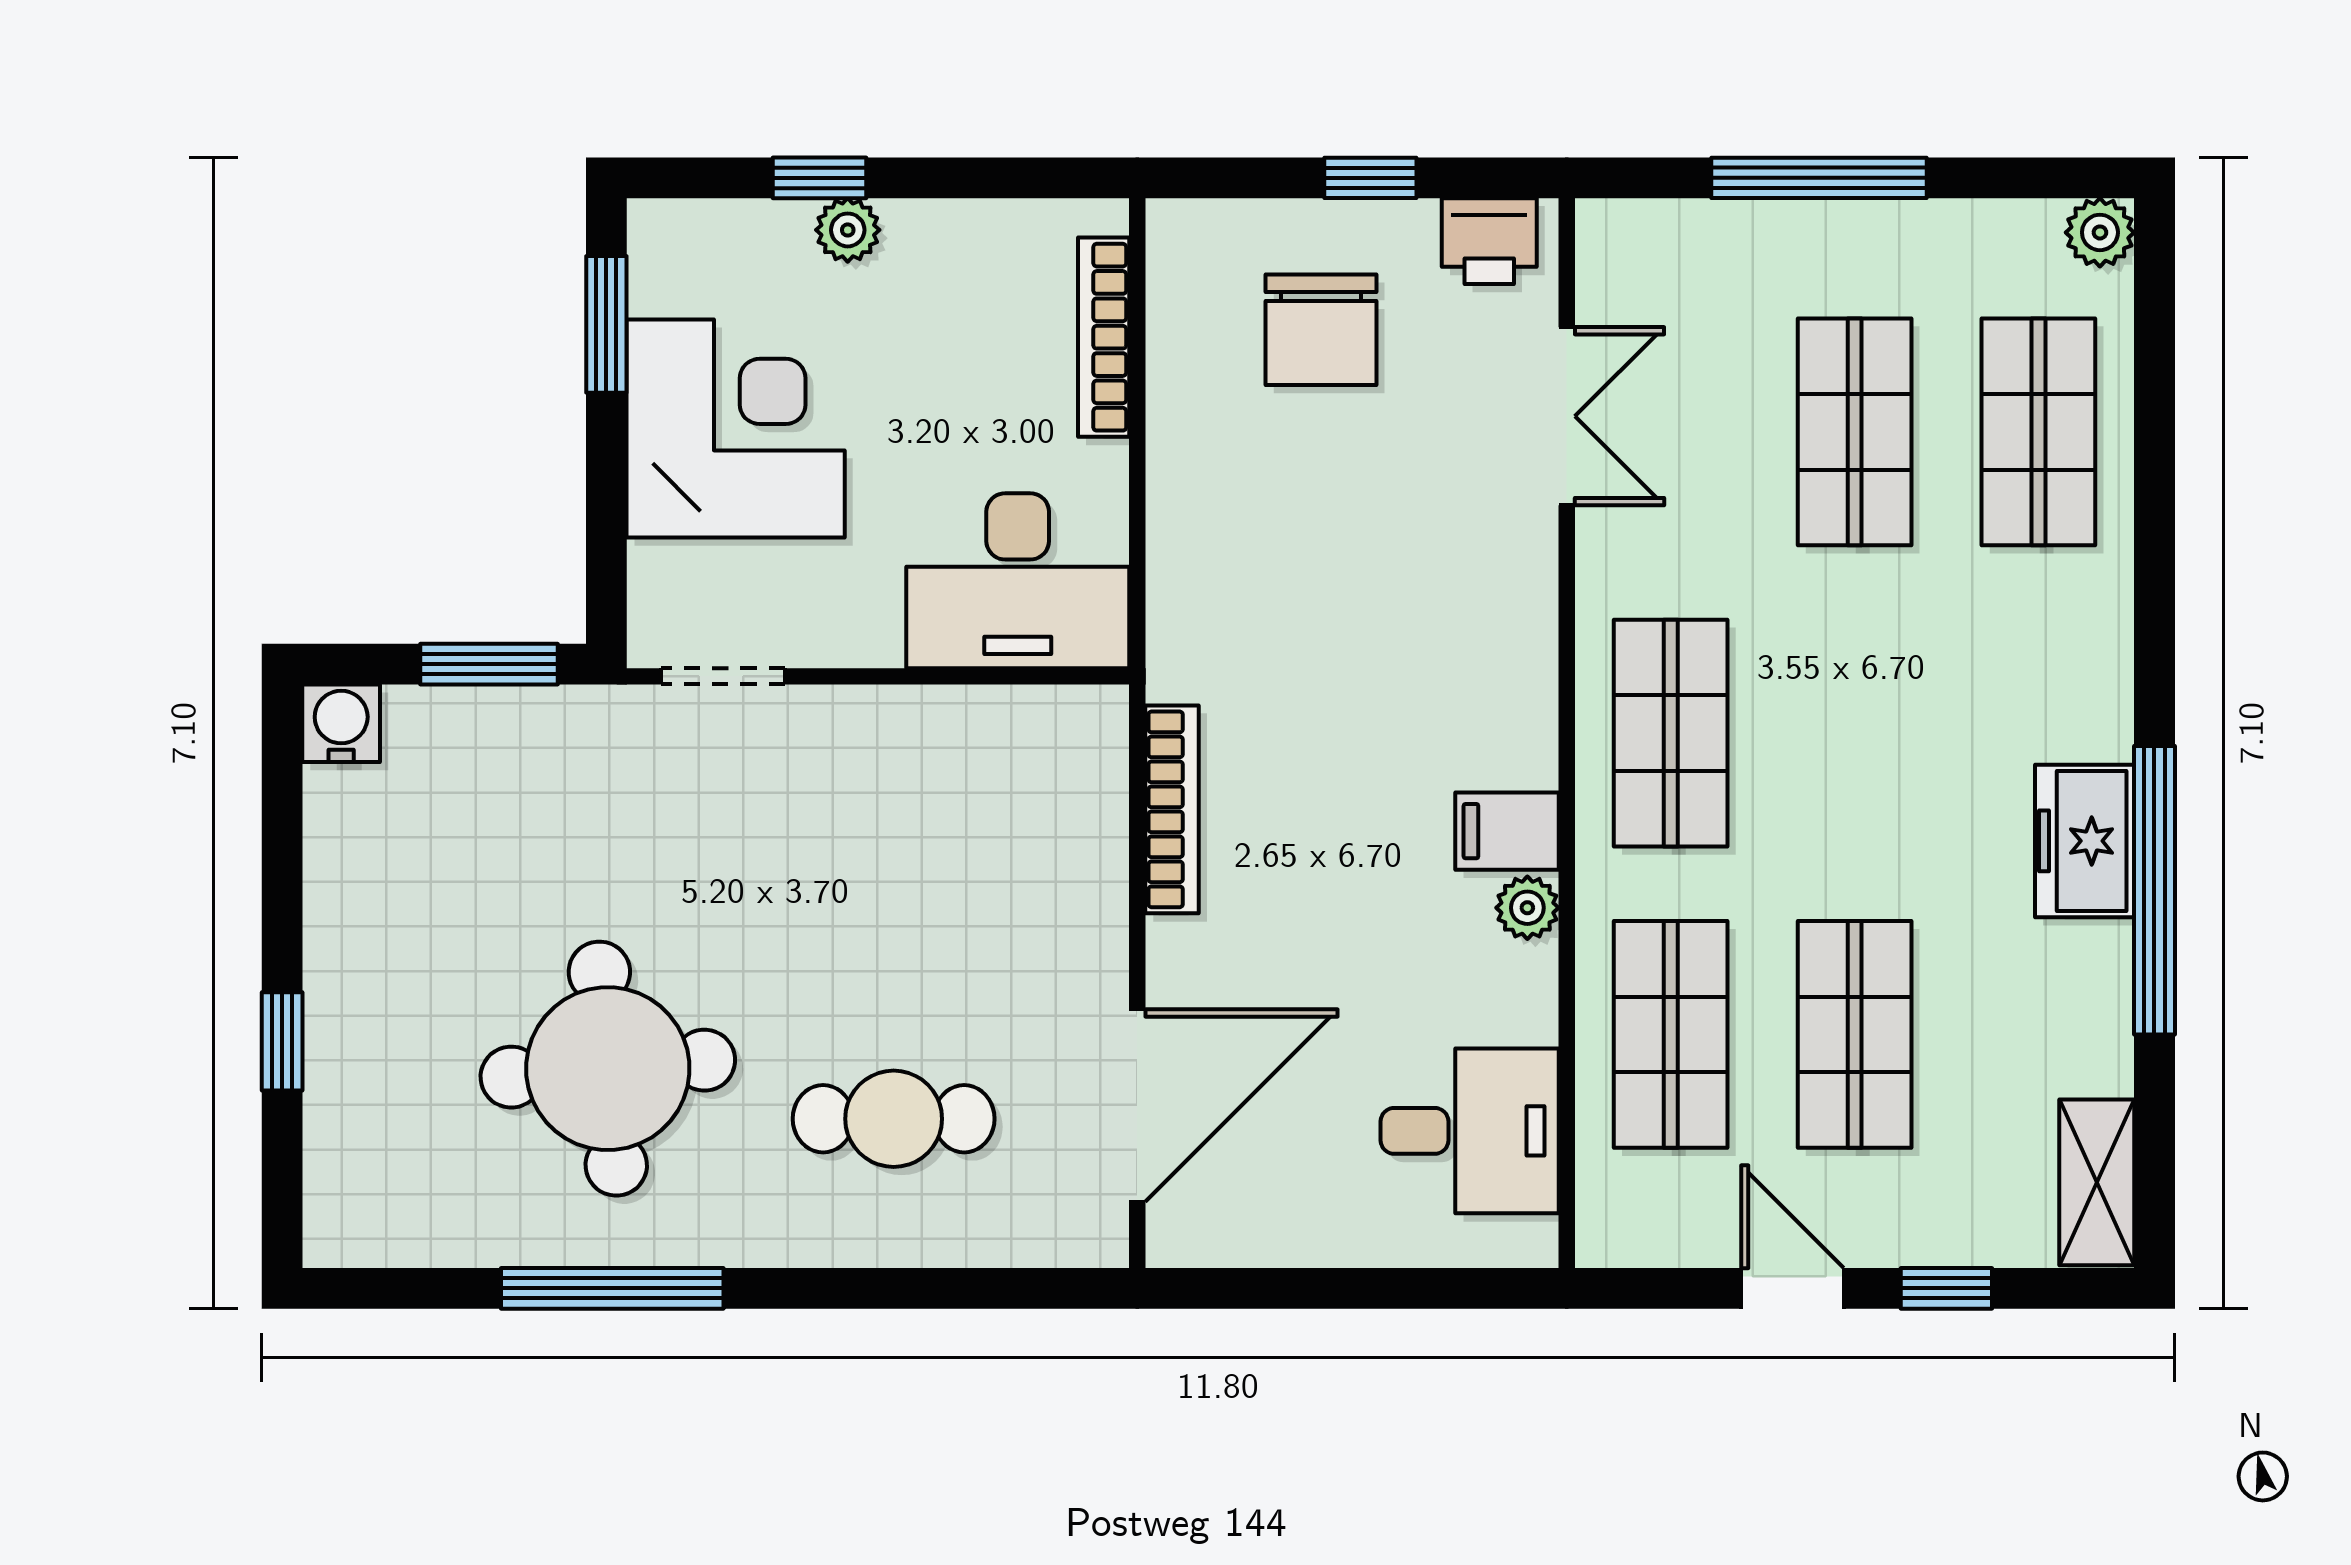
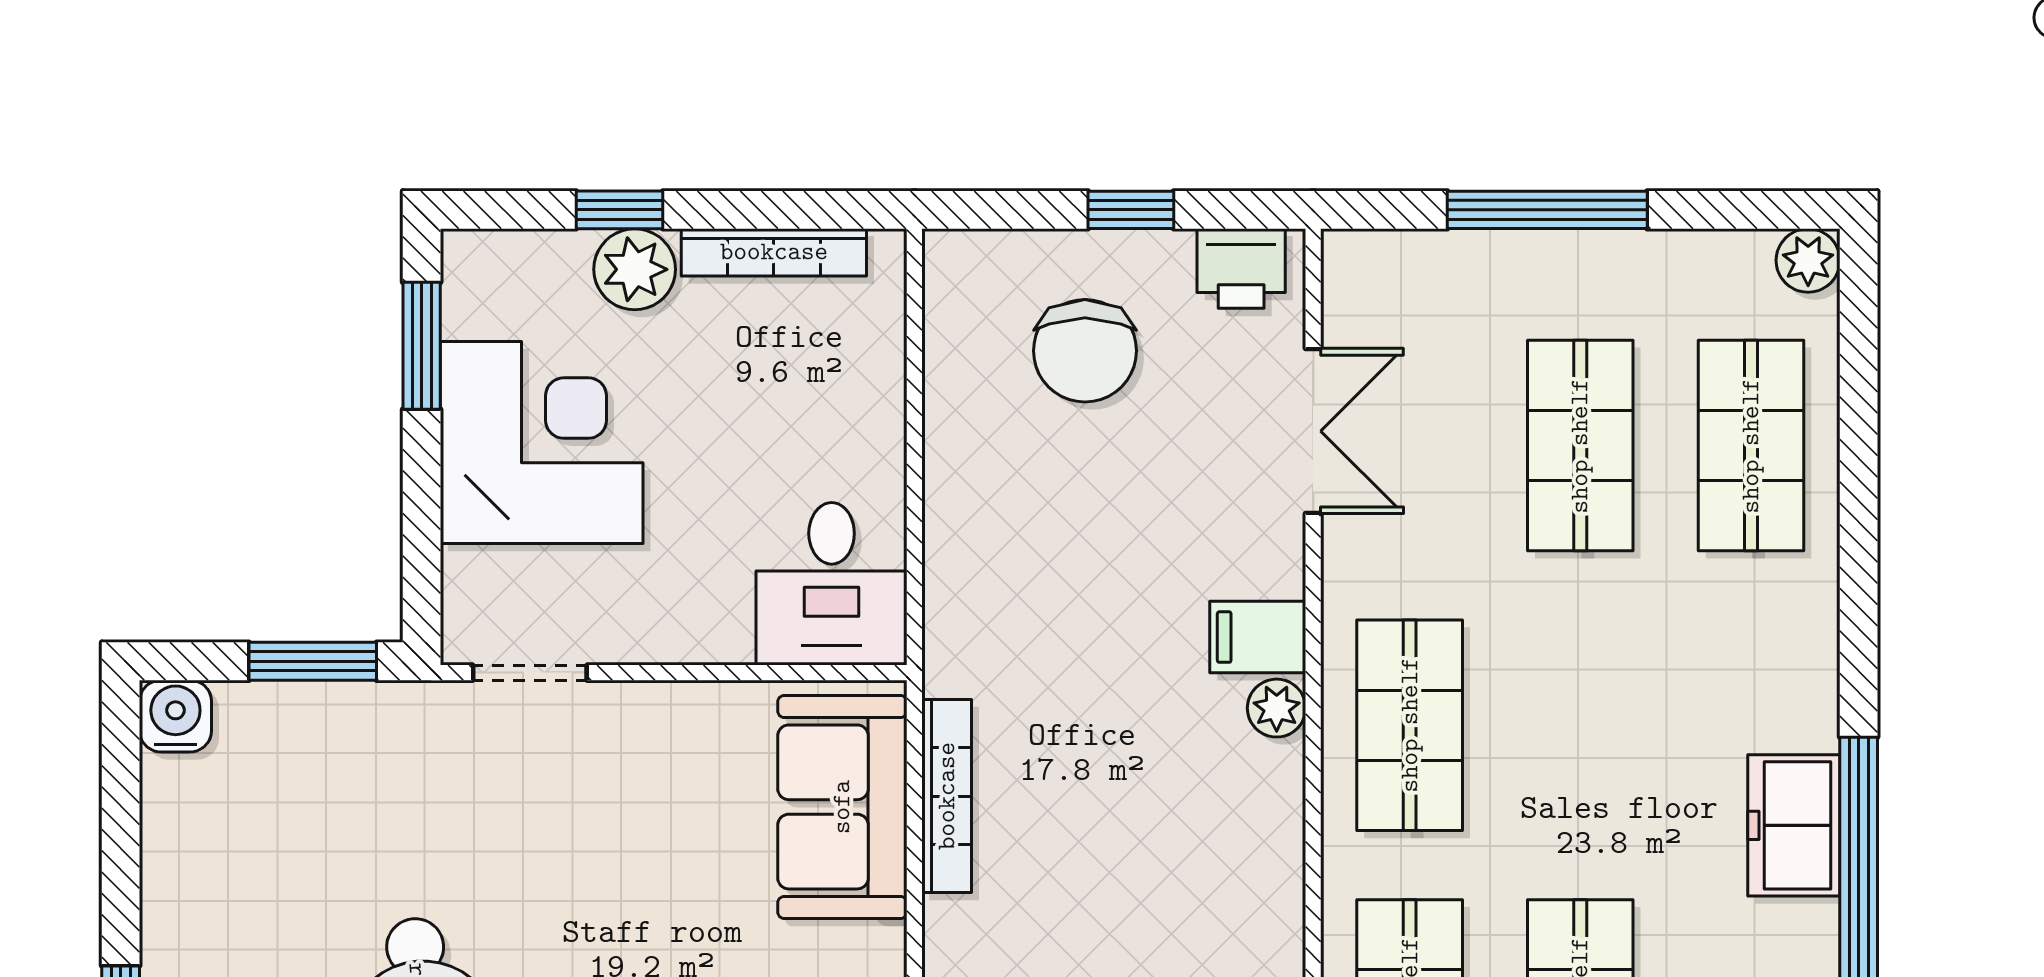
plant: (848, 230) -> (635, 269), width x1.38, depth x1.38
bookcase: (1104, 337) -> (774, 252), moved, turned -90
desk: (1018, 581) -> (832, 584), width x0.73
sofa: (1060, 821) -> (842, 807), added
filing cabinet: (1507, 831) -> (1258, 637), moved
plant: (1527, 908) -> (1277, 708), moved

